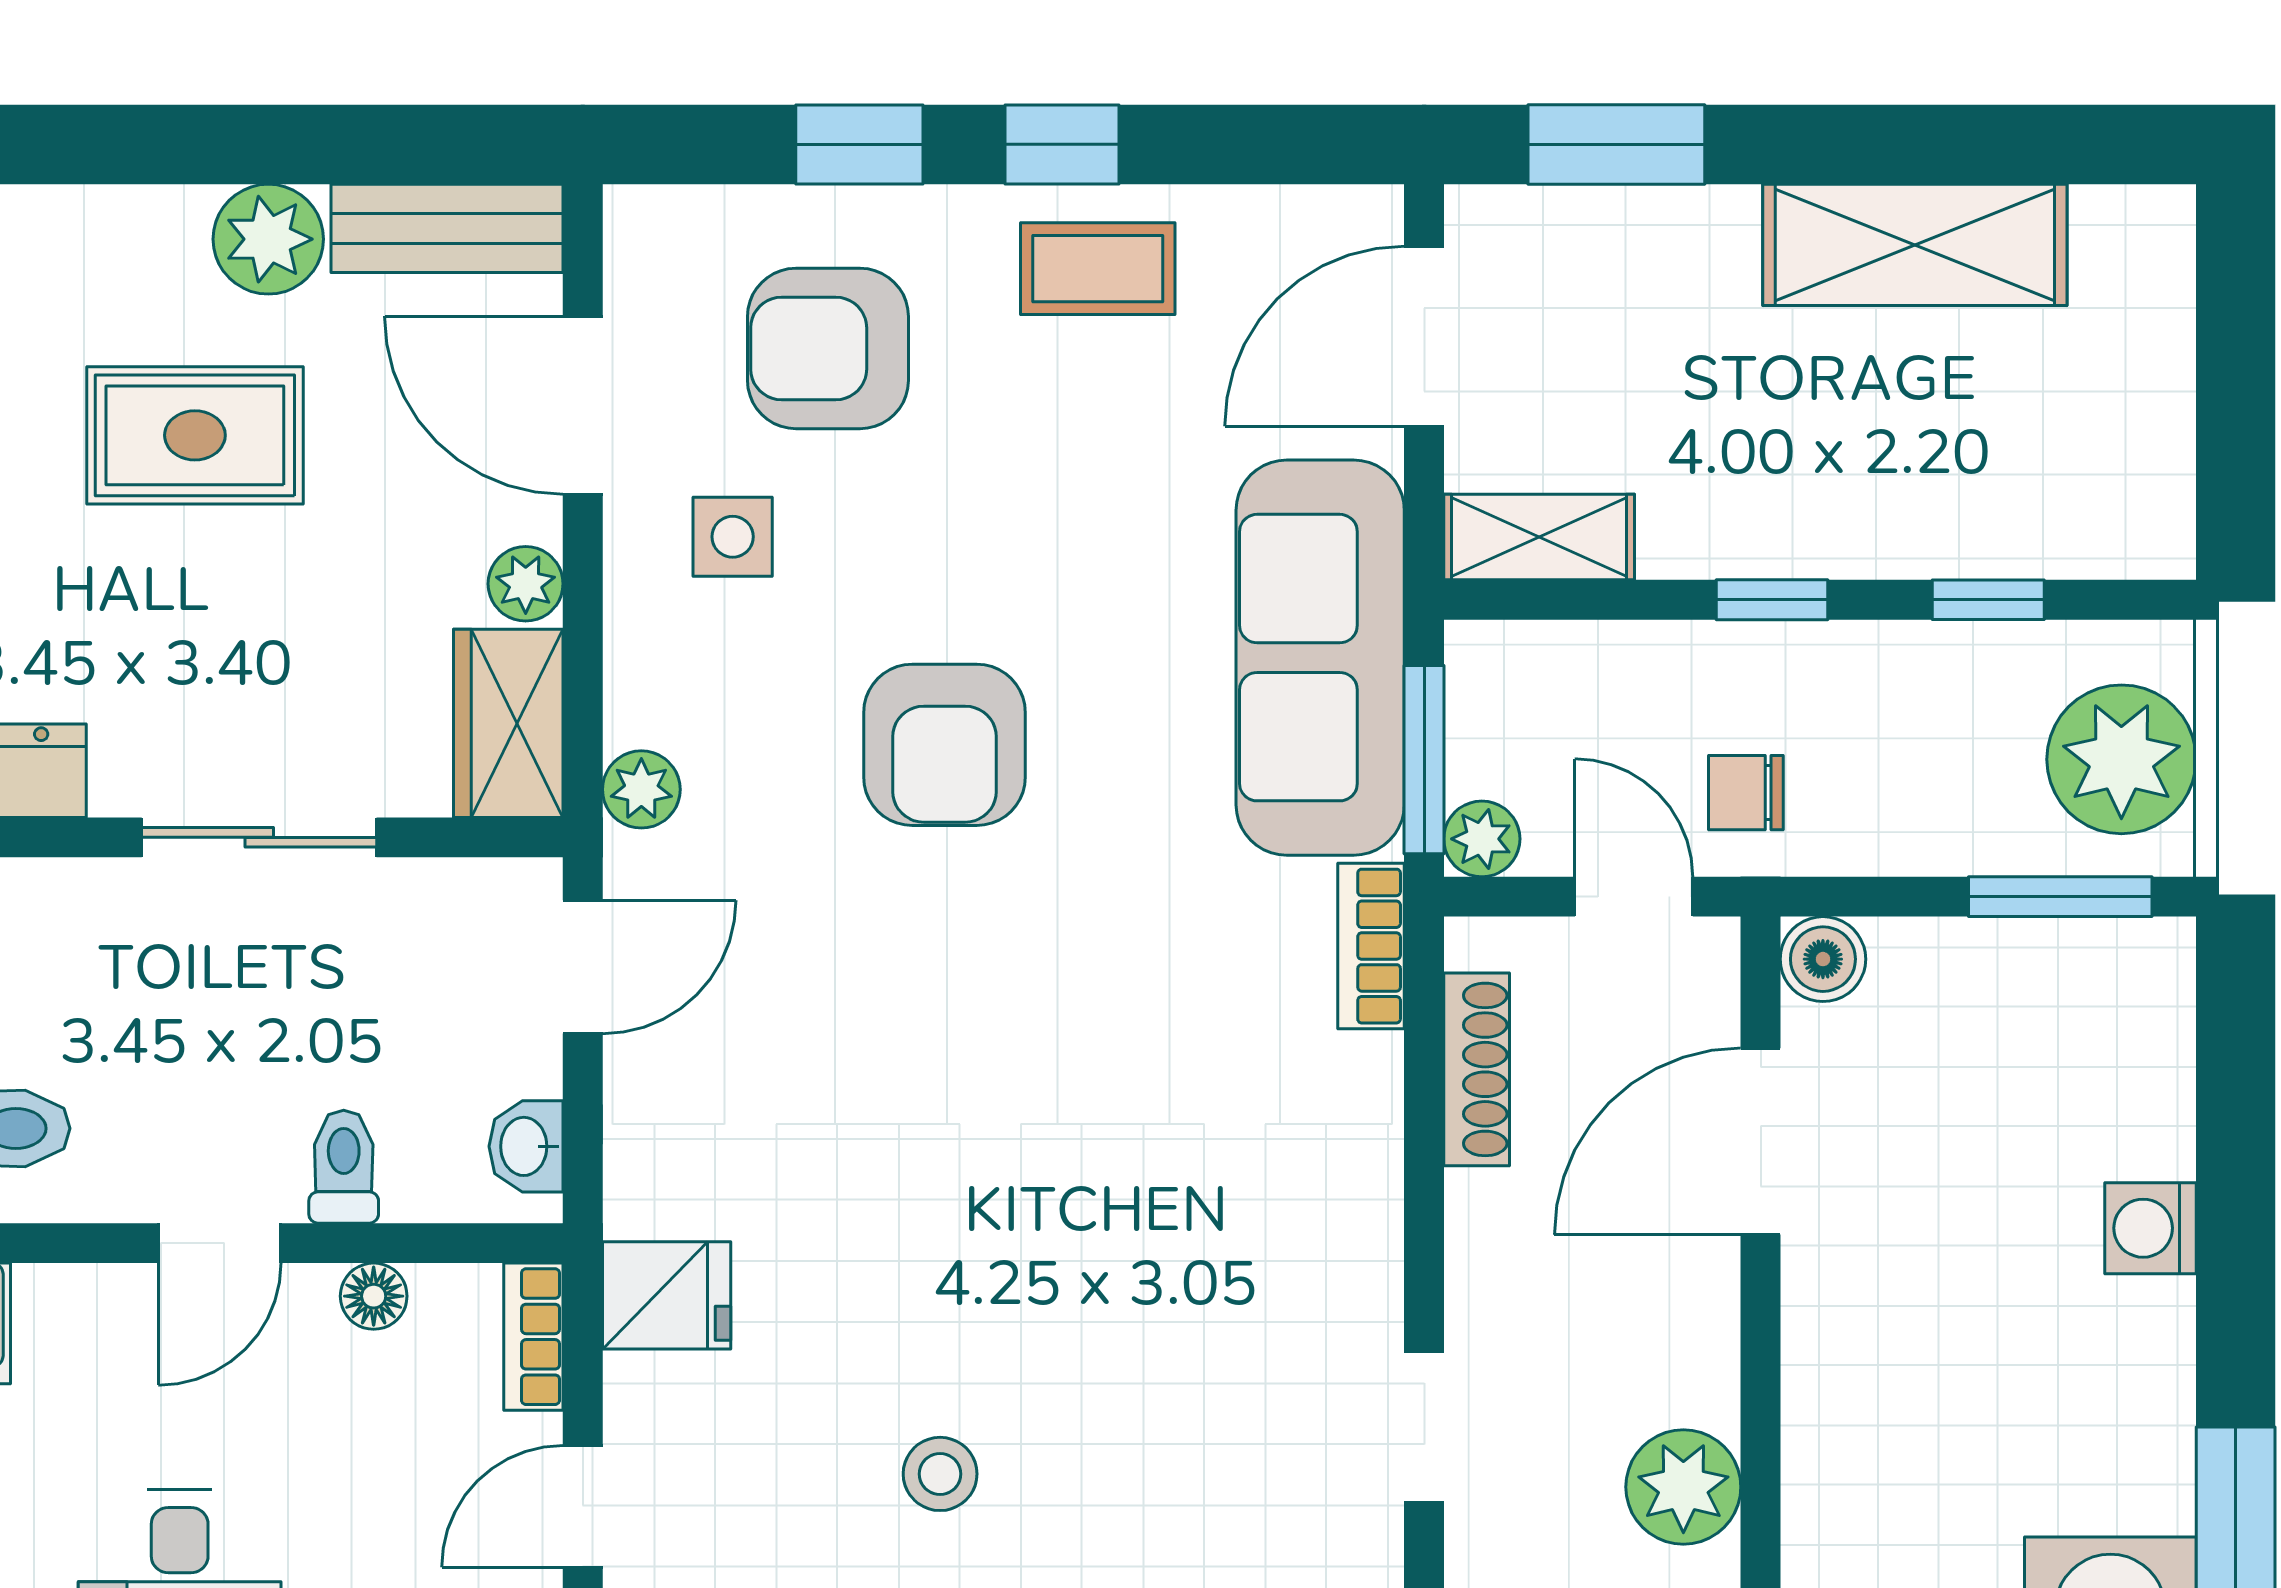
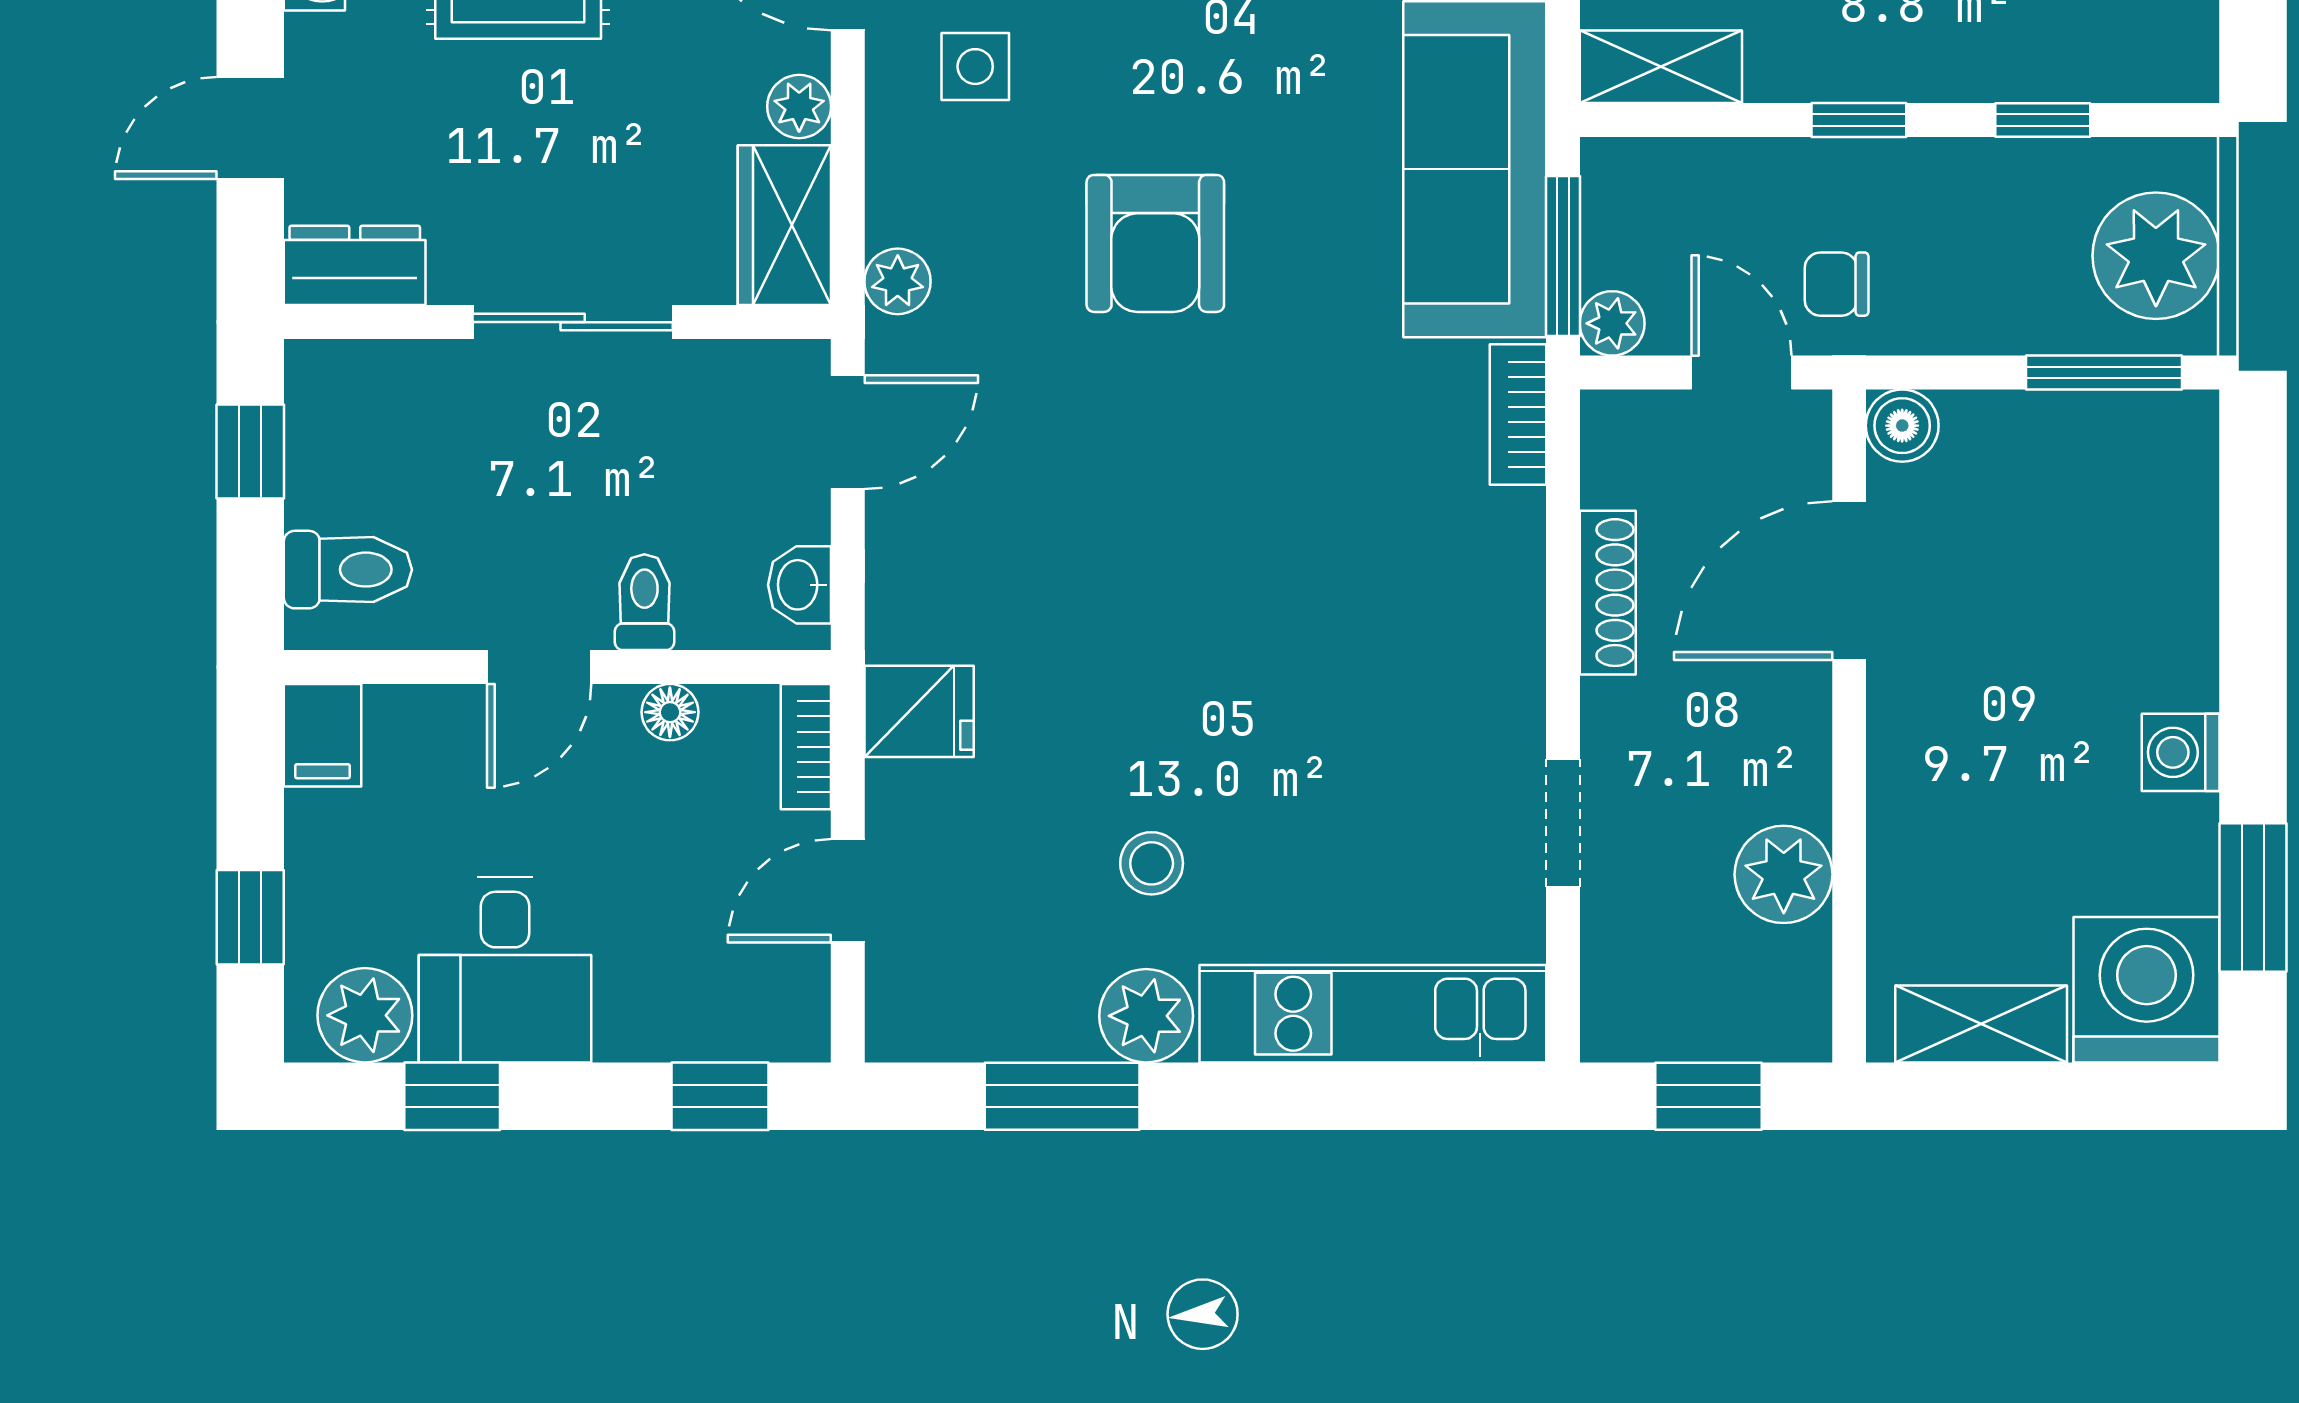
shoe rack: (1477, 1069) -> (1608, 593), moved
washing machine: (2150, 1228) -> (2181, 752), moved

